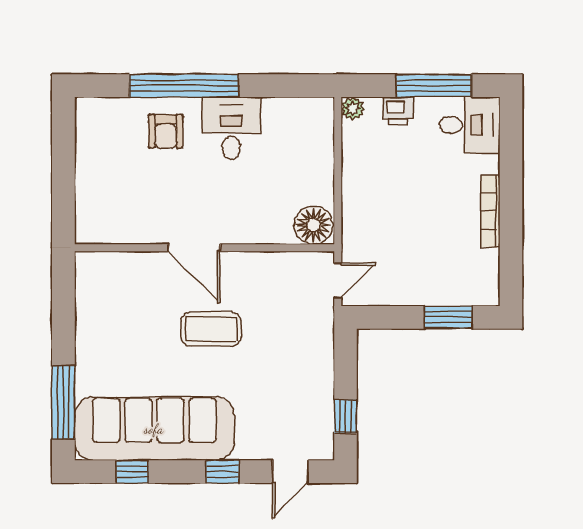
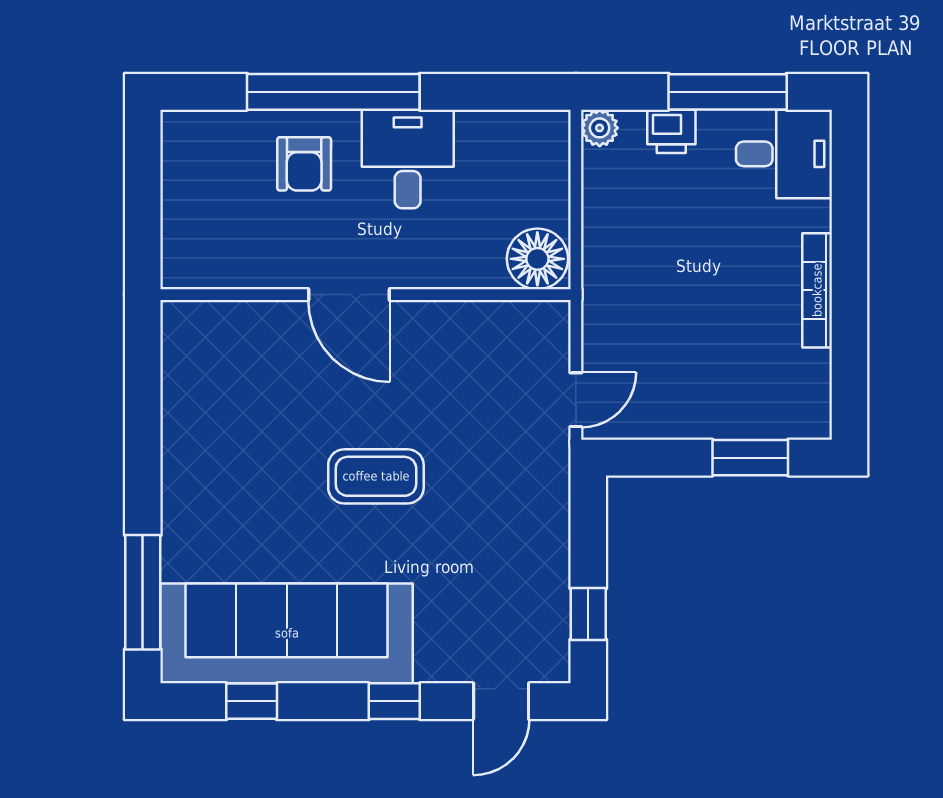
floor lamp: (313, 225) -> (537, 259), moved
door: (194, 248) -> (349, 295), moved
wall: (204, 248) -> (365, 295), moved

